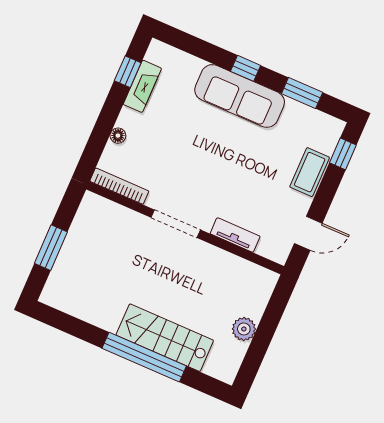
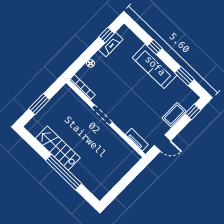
window: (246, 68) -> (155, 47), moved
tv unit: (235, 235) -> (137, 140), moved
plant: (244, 329) -> (115, 177), removed
stairs: (165, 338) -> (58, 148), moved

